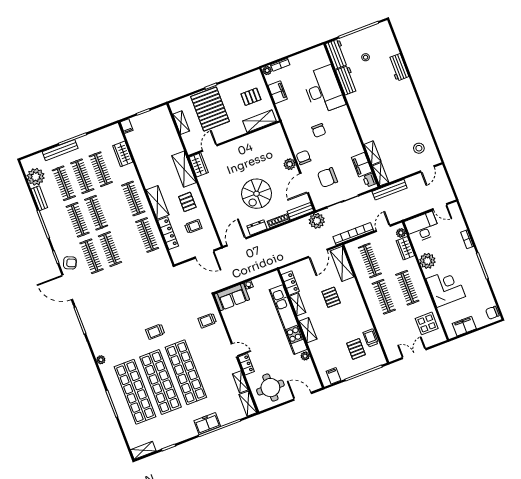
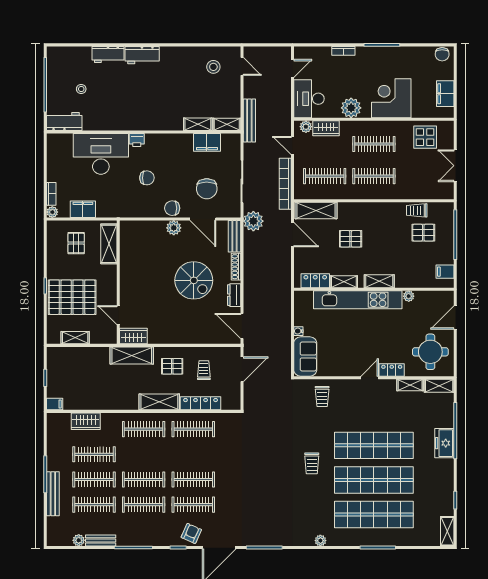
workbench: (347, 80) -> (142, 55), moved, turned 180
plant: (36, 177) -> (79, 540), width x0.53, depth x0.53
printer: (369, 180) -> (137, 140), moved

